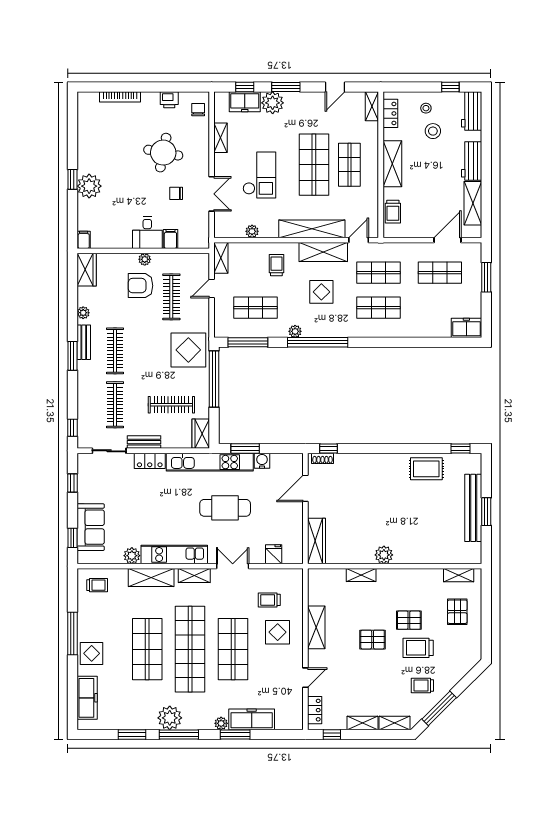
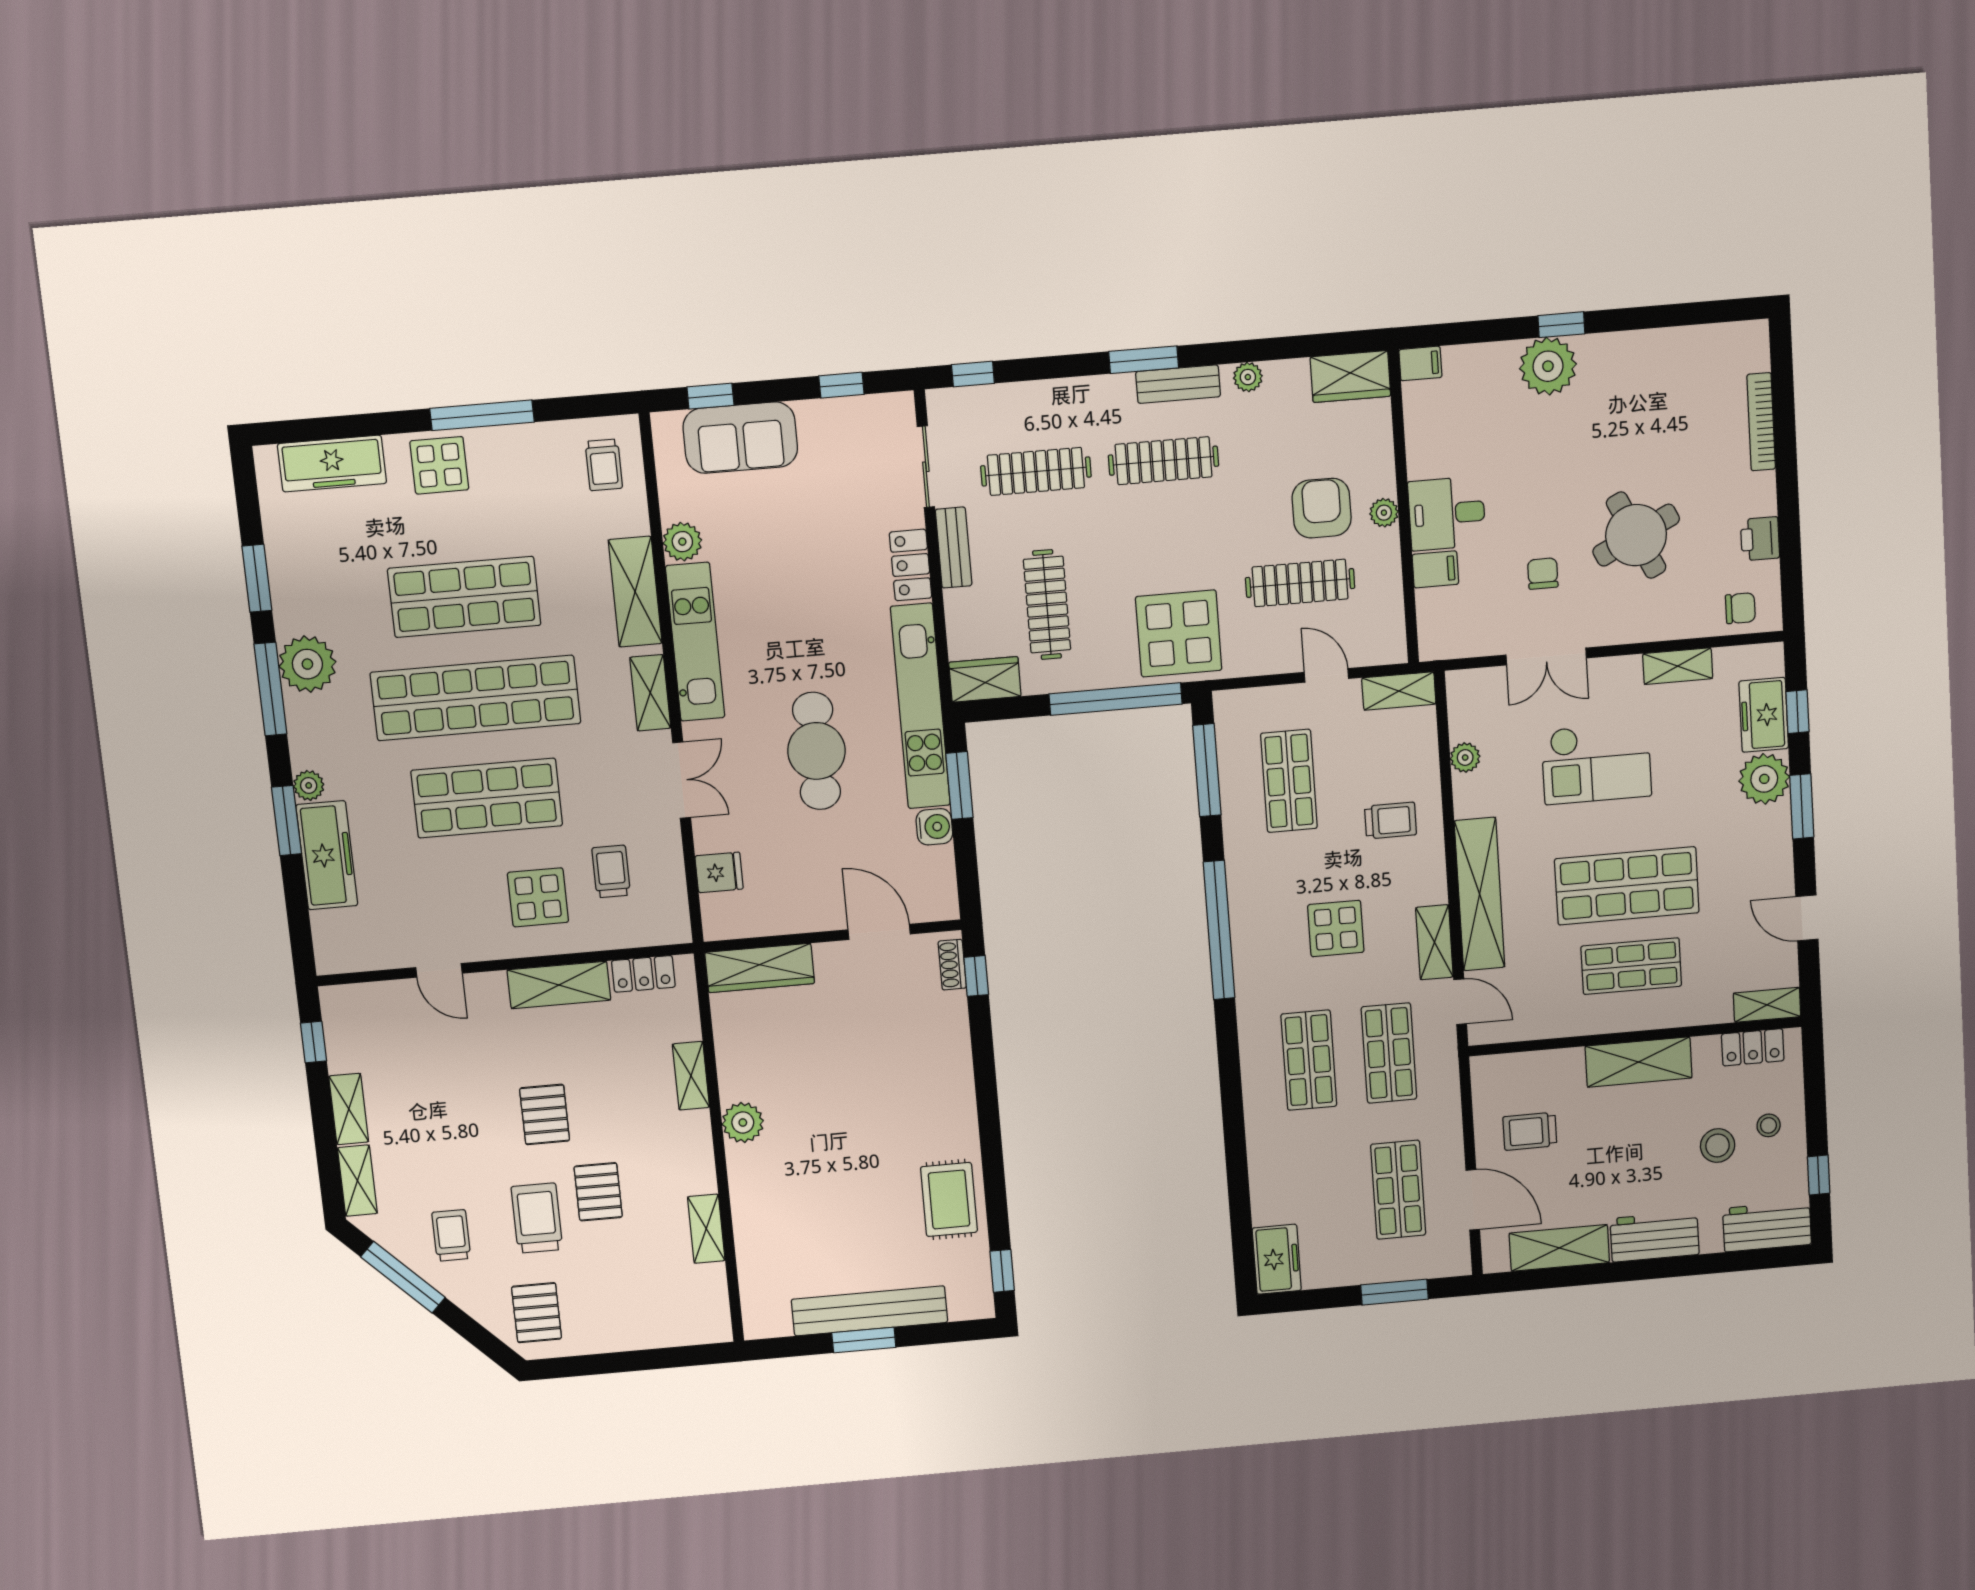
round table: (163, 153) -> (1636, 535), turned -37
trolley: (393, 212) -> (1530, 1131), moved
shelving: (323, 252) -> (1434, 942), width x0.67, depth x0.75
plant: (295, 331) -> (1240, 876), removed
shelving: (459, 575) -> (706, 1229), moved
pallet: (457, 612) -> (537, 1313), moved, turned 90
locker: (315, 710) -> (643, 974), moved

